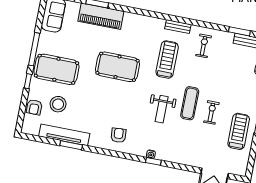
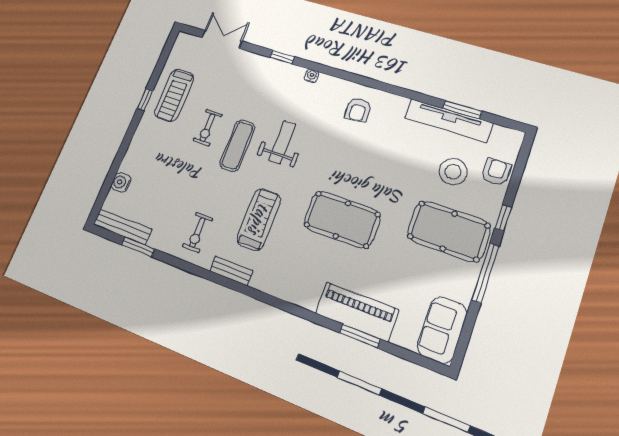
treadmill: (167, 60) -> (259, 219), turned 180
window: (71, 145) -> (462, 110), moved
window: (153, 161) -> (282, 57), moved

